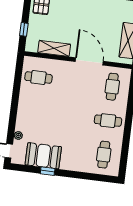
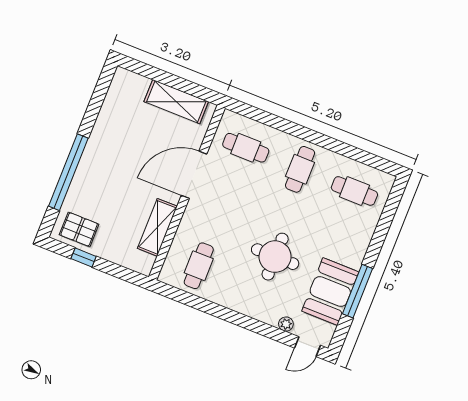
window: (24, 29) -> (84, 258), moved
round table: (55, 119) -> (275, 257), added
window: (48, 171) -> (358, 291), width x2.17

